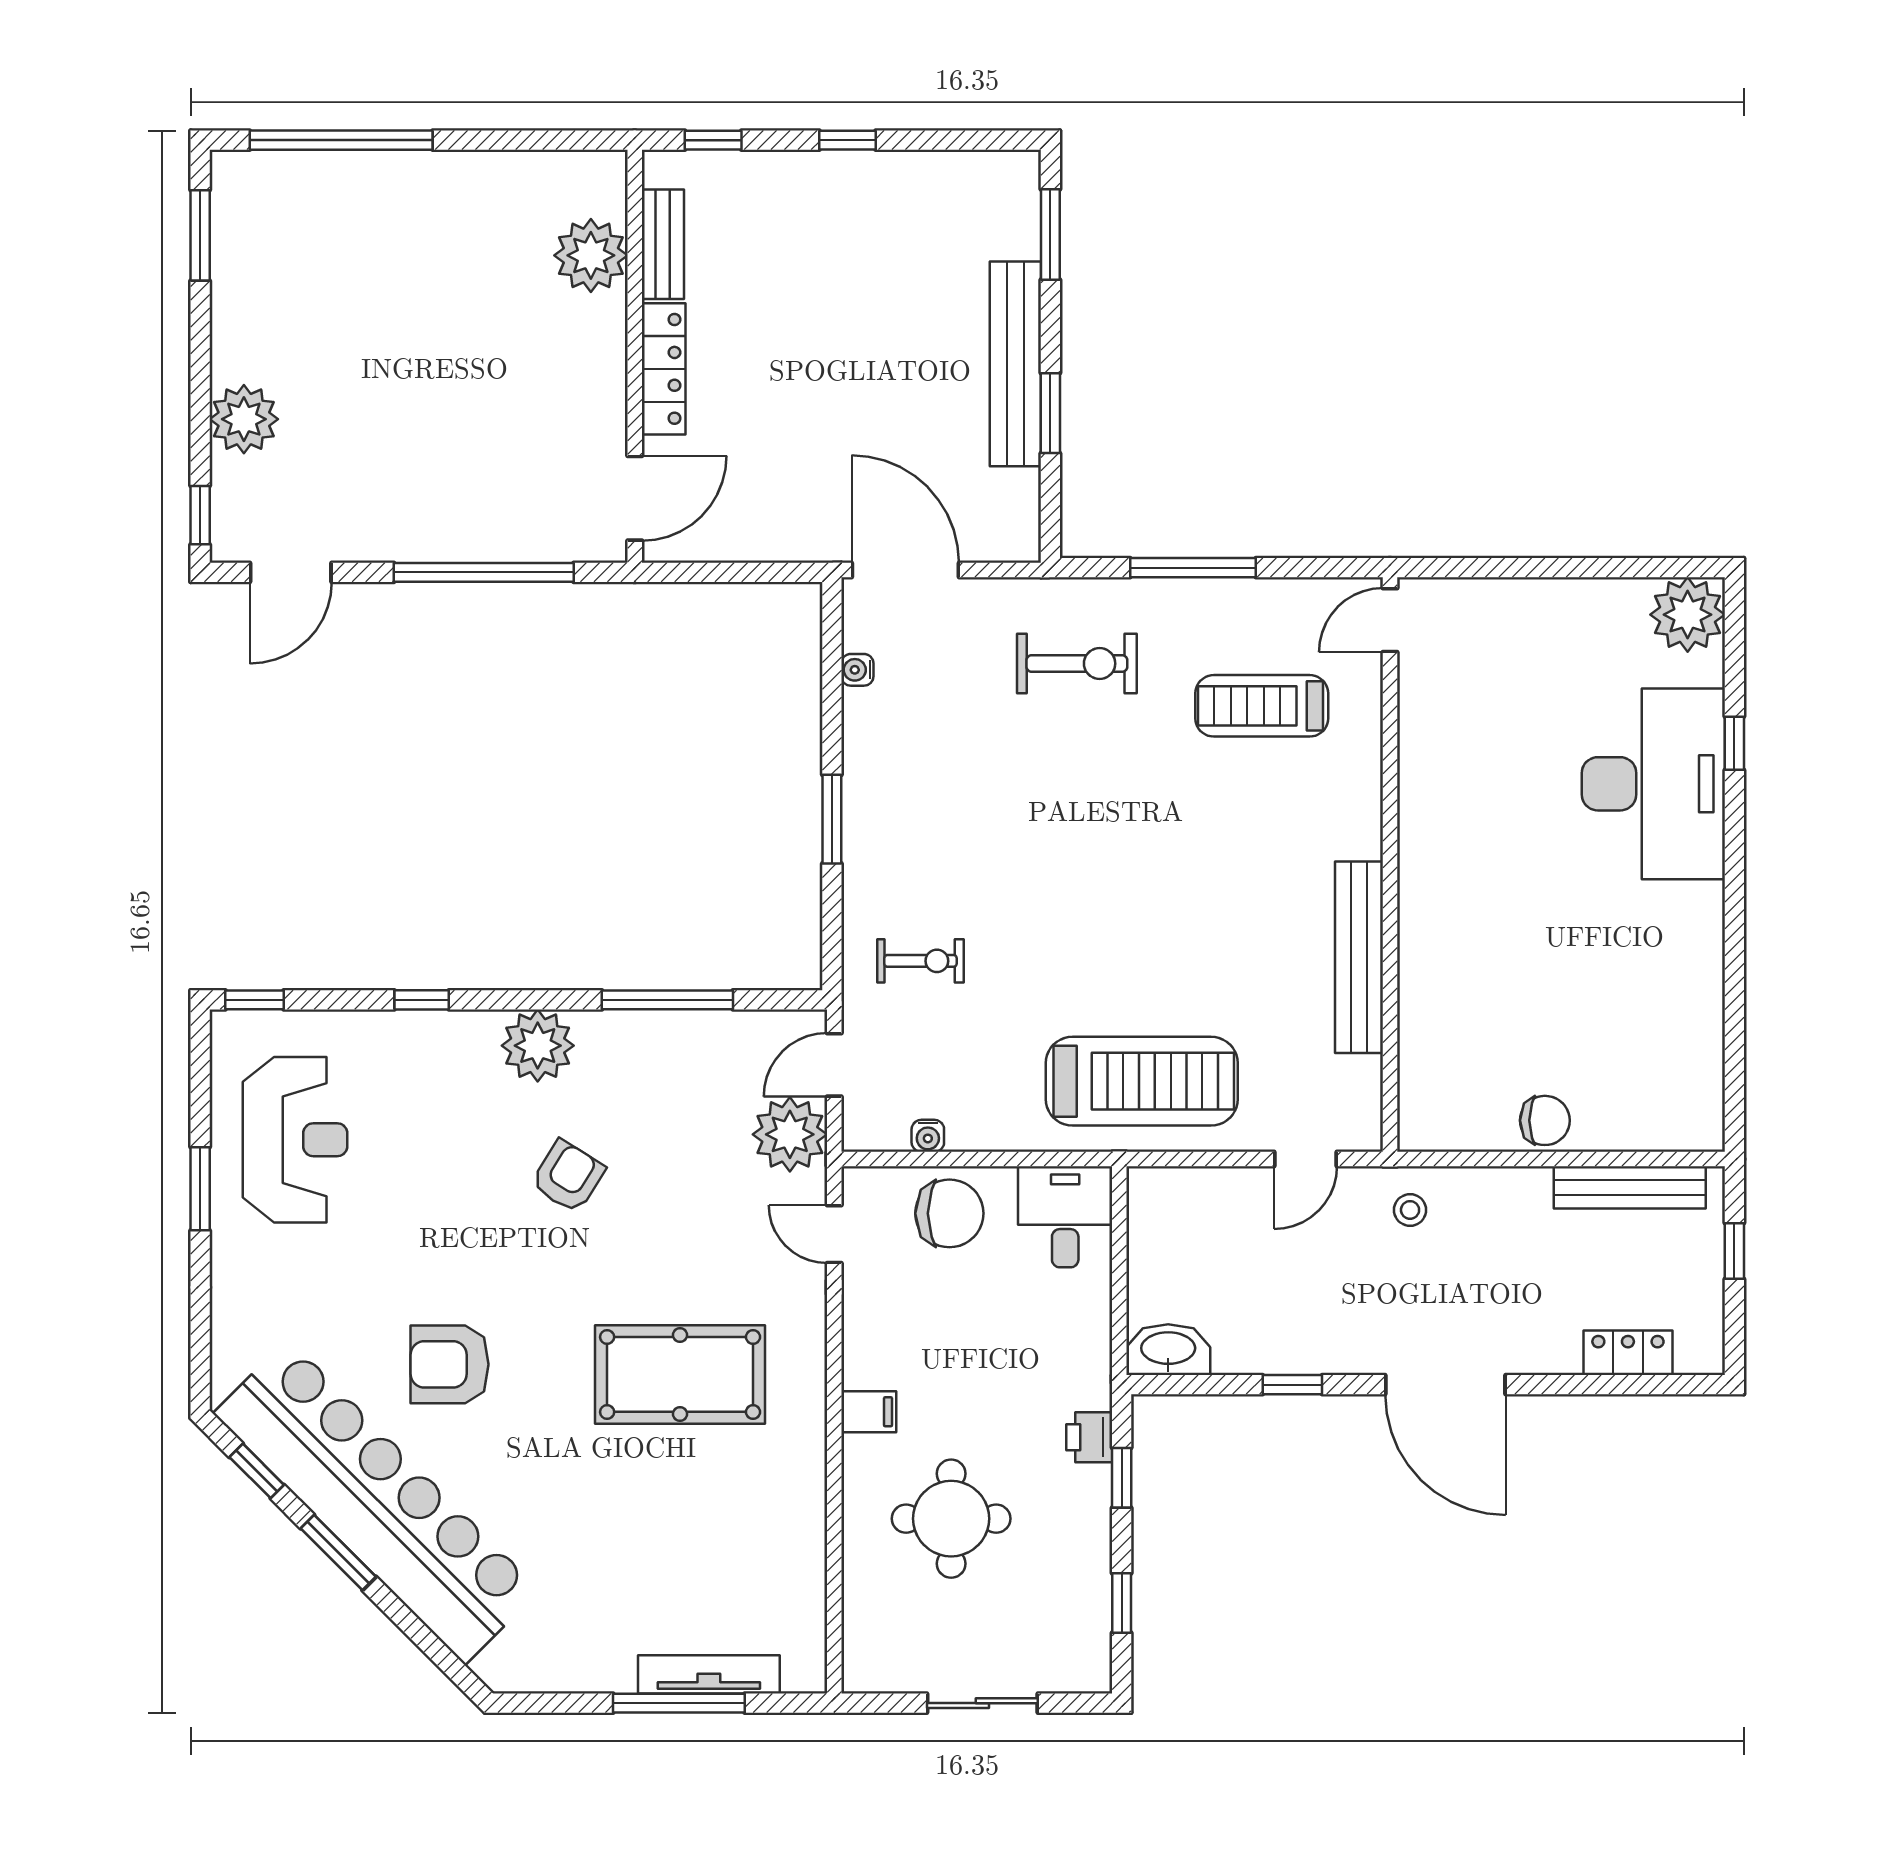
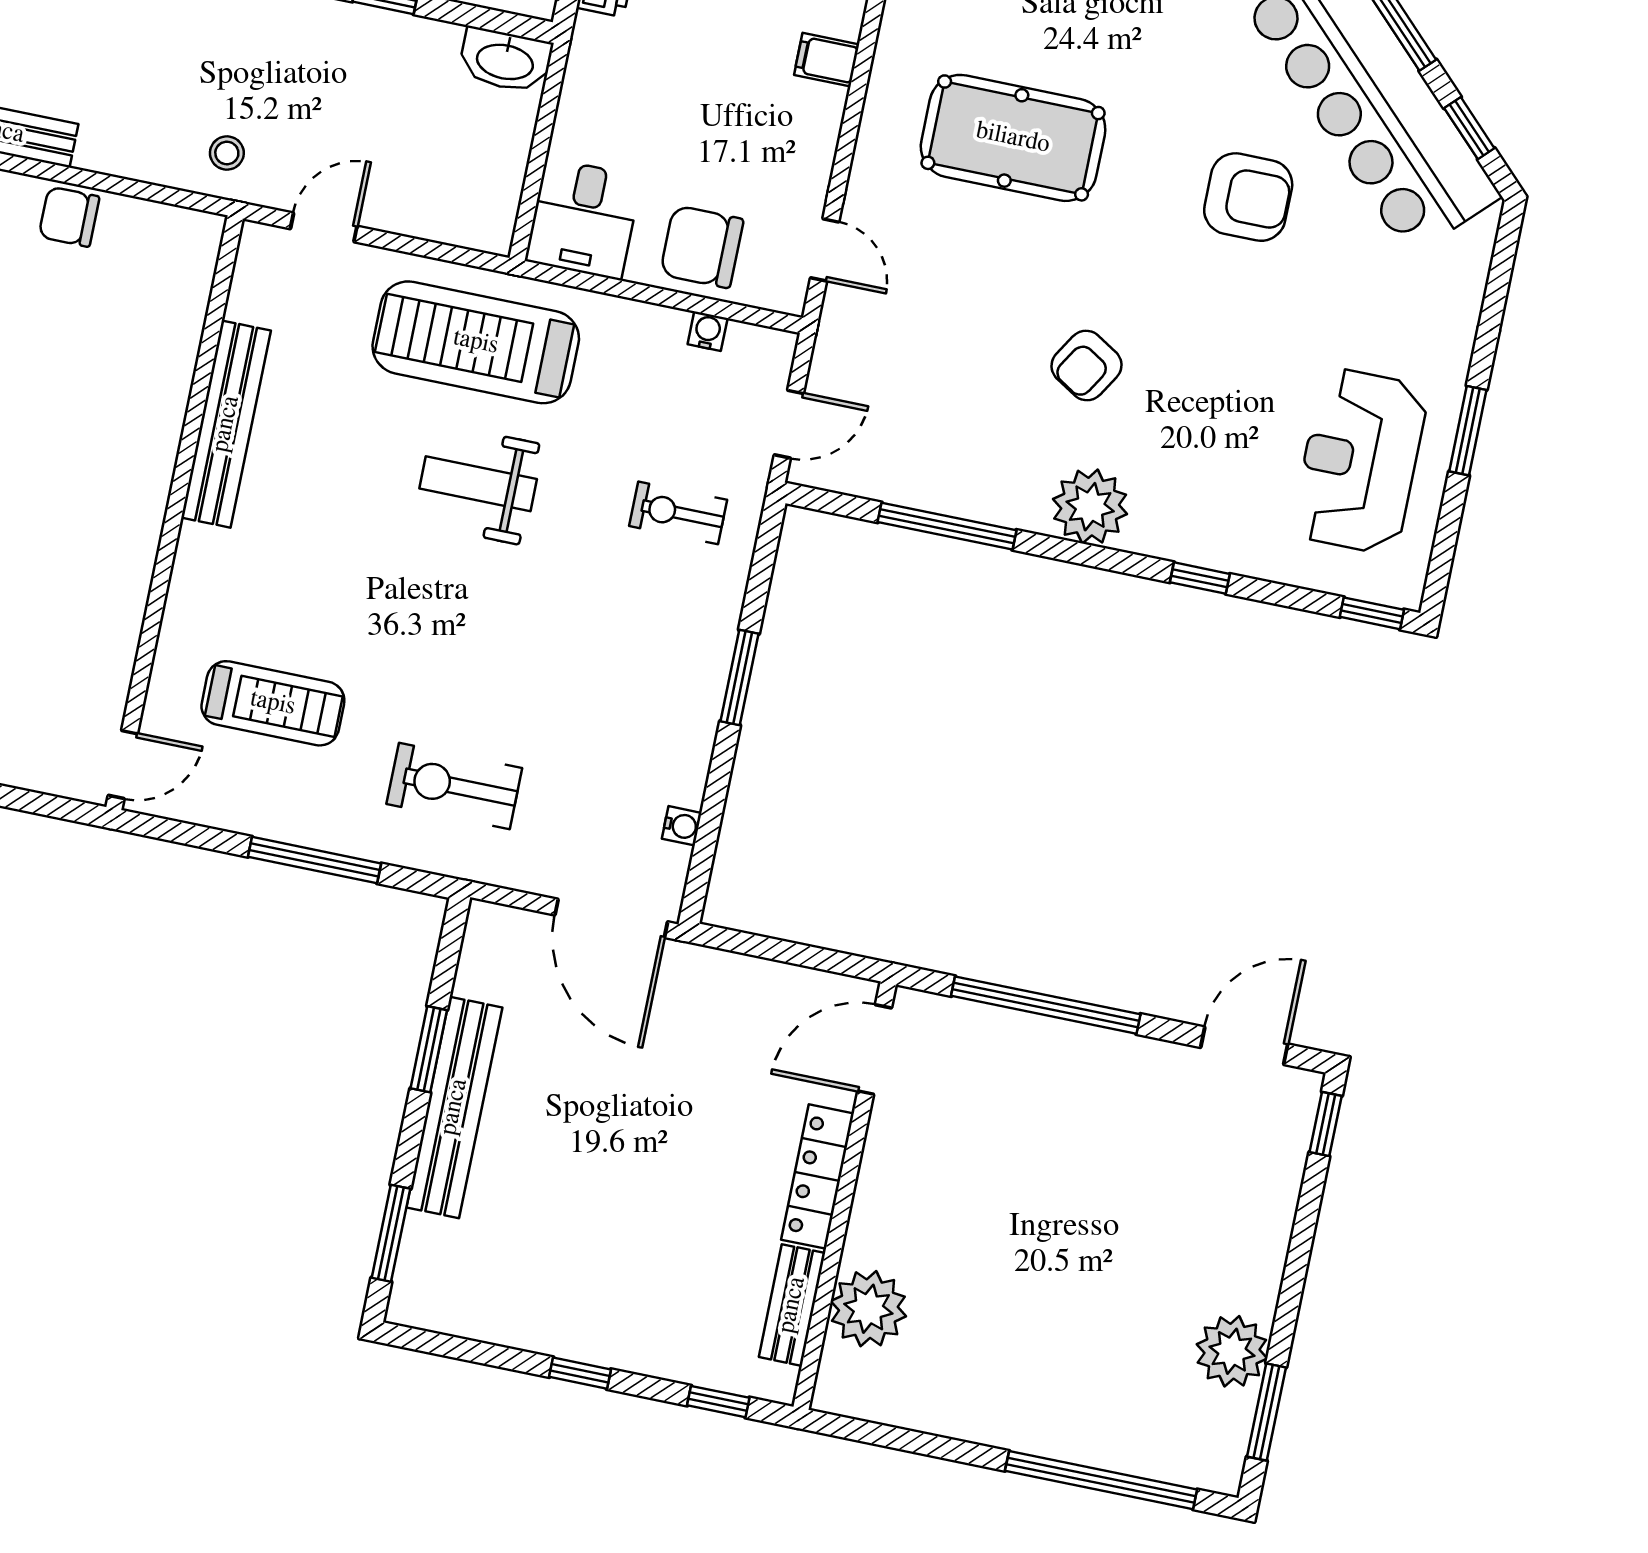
plant: (244, 419) -> (1232, 1351), moved
weight bench: (1112, 950) -> (478, 484), added
plant: (790, 1134) -> (849, 362), removed

